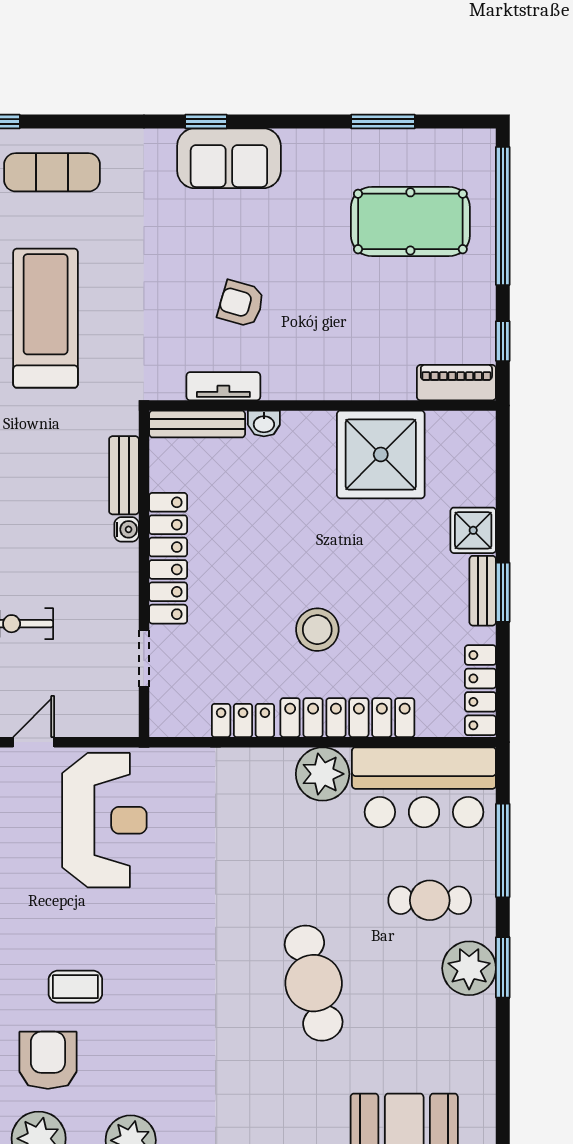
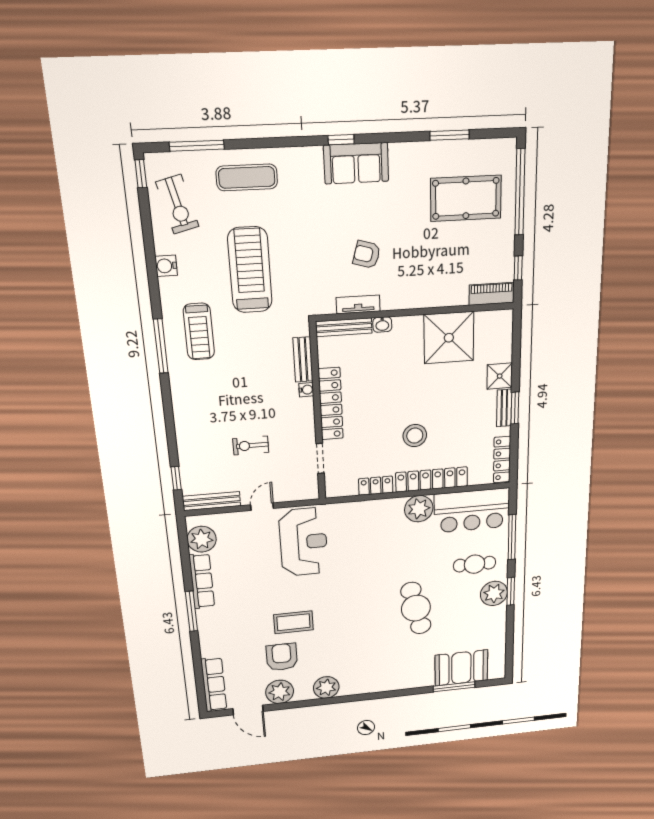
coffee table: (75, 987) -> (293, 622), width x1.36, depth x1.30

